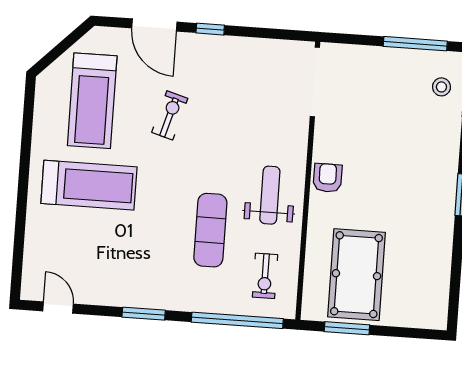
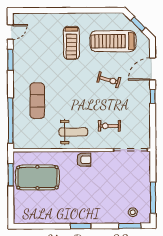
window: (62, 48) -> (138, 24), added
treadmill: (89, 185) -> (71, 43), width x0.73, depth x0.73
exercise mat: (210, 230) -> (37, 101), moved, turned 90
exercise bike: (265, 276) -> (109, 126), moved
window: (144, 314) -> (10, 60), moved

